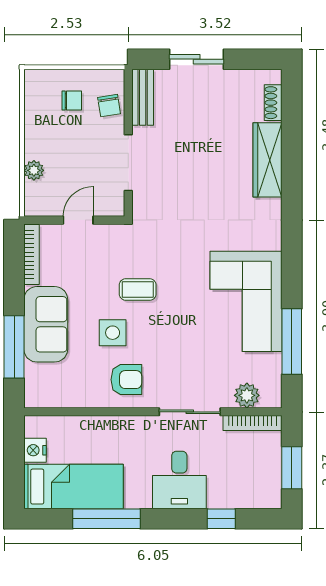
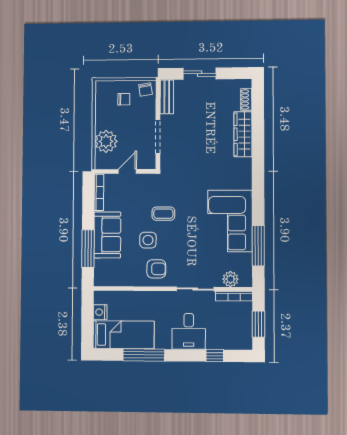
chair: (109, 106) -> (145, 89), moved
plant: (34, 170) -> (106, 141), width x1.88, depth x1.88

